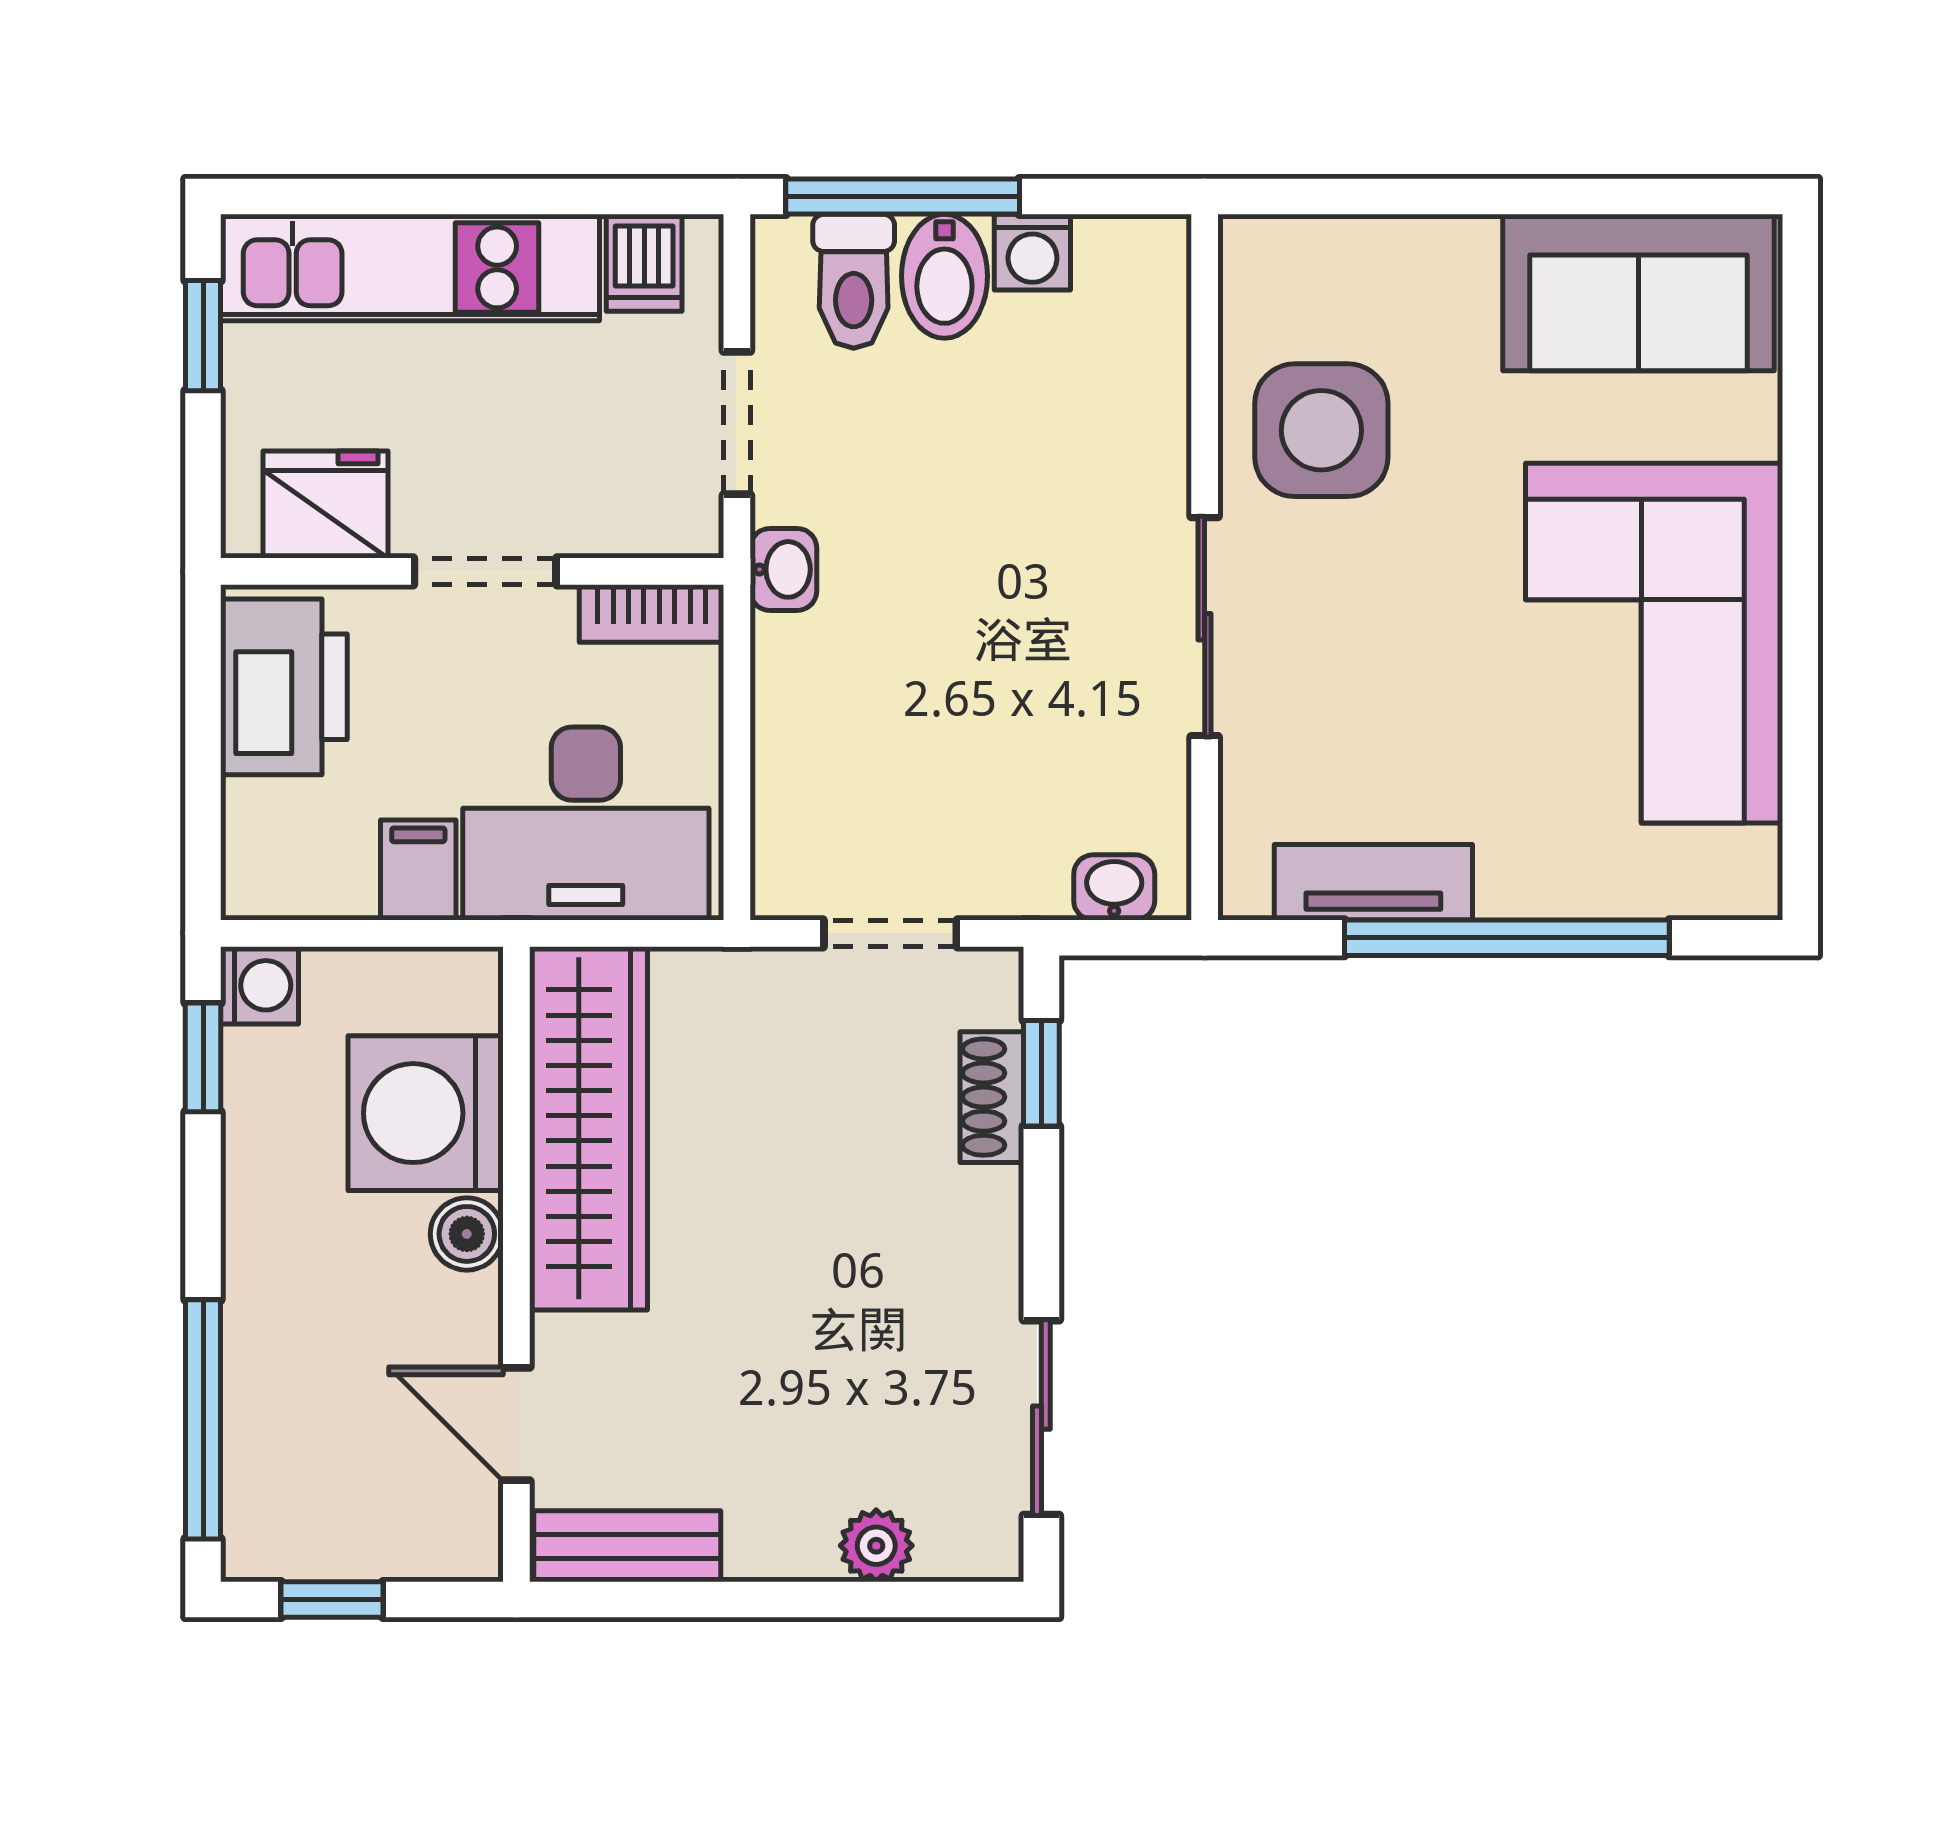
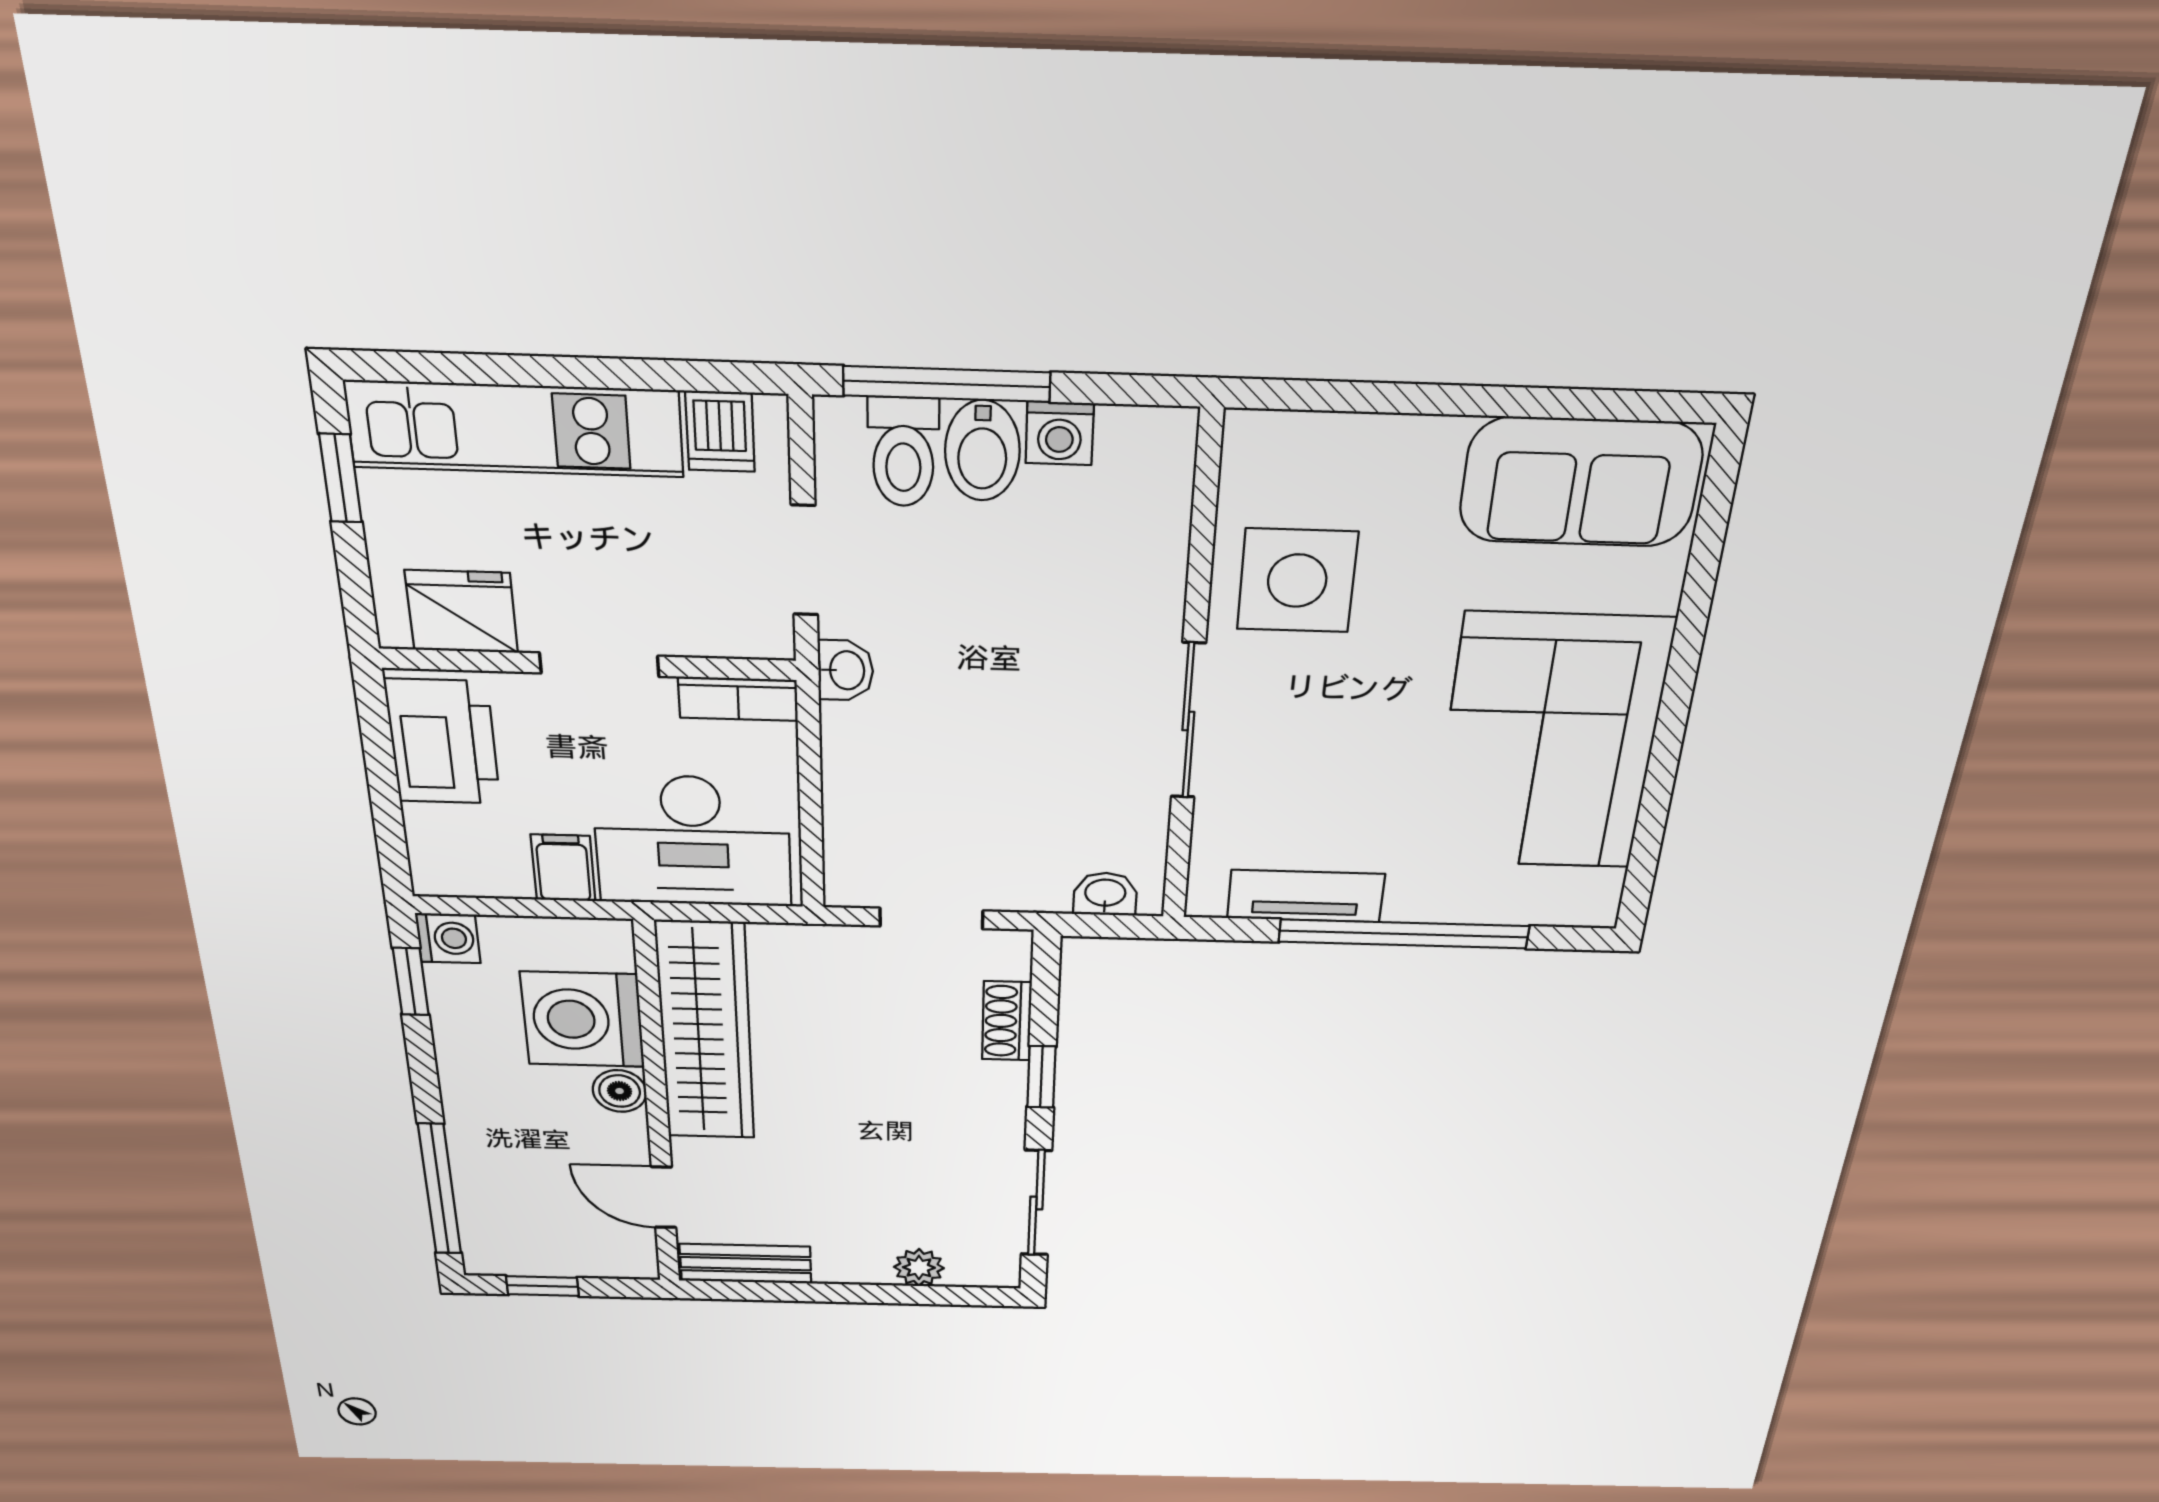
window: (1041, 1073) -> (1041, 1077), moved

